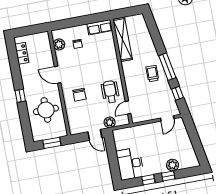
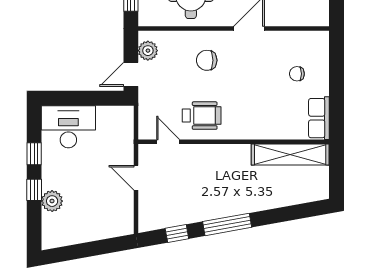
plant: (59, 44) -> (302, 41), removed
trolley: (152, 74) -> (220, 196), removed
door: (167, 118) -> (136, 178), moved
plant: (110, 122) -> (148, 51), moved

